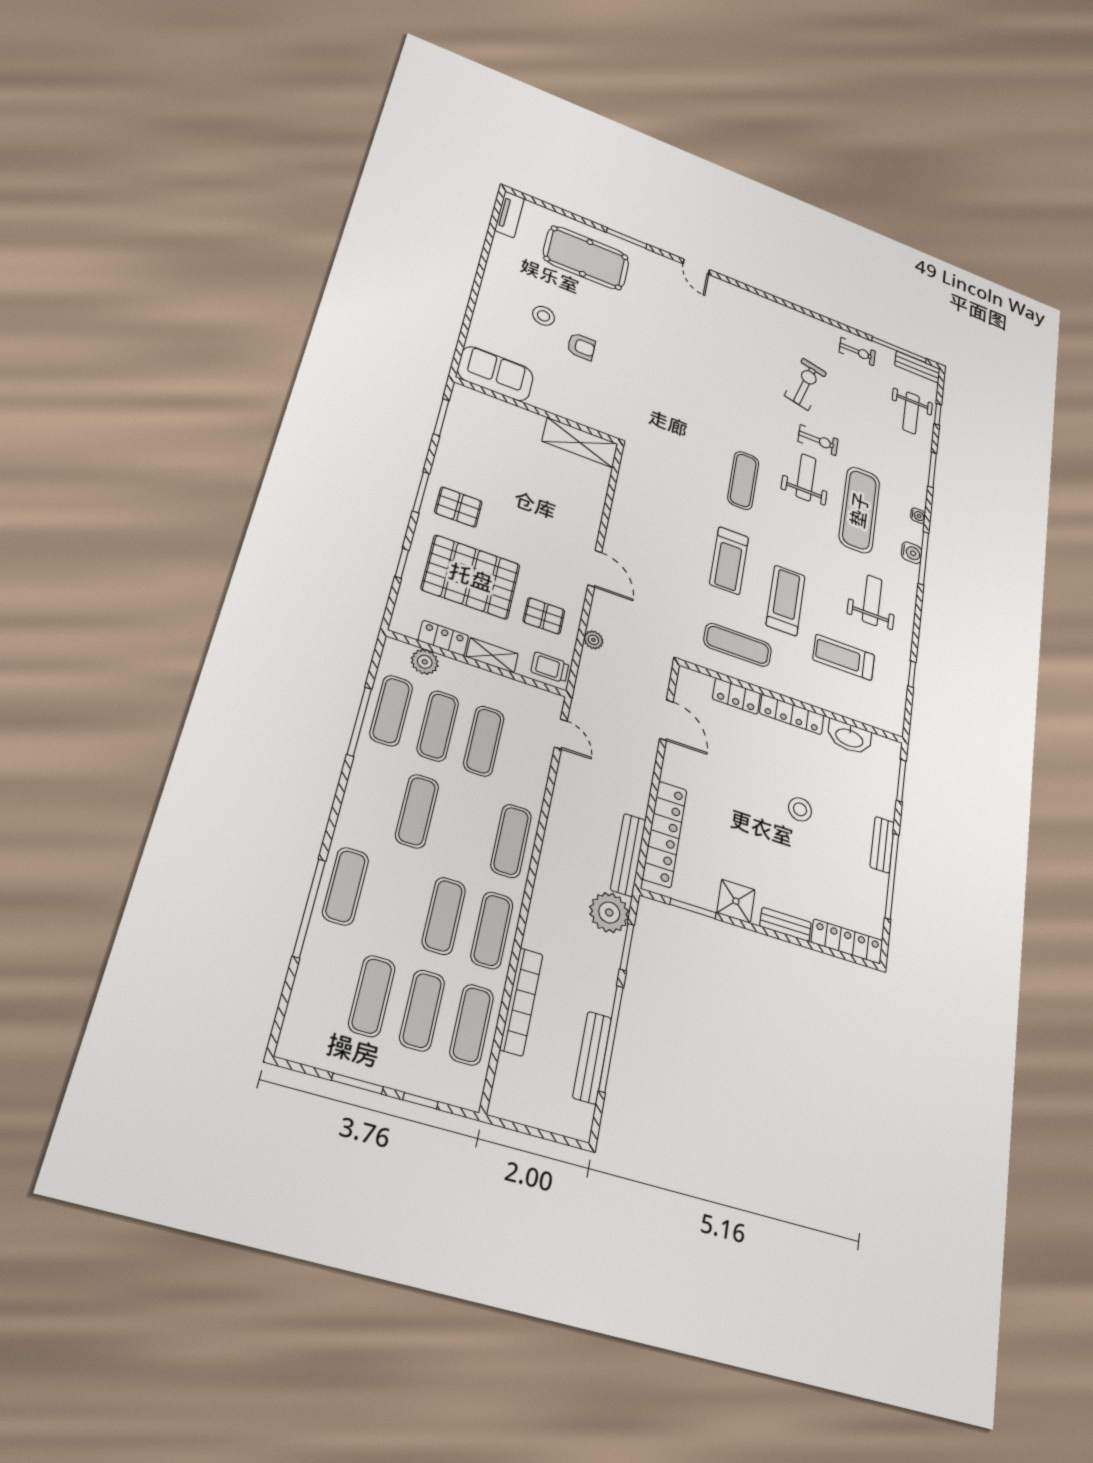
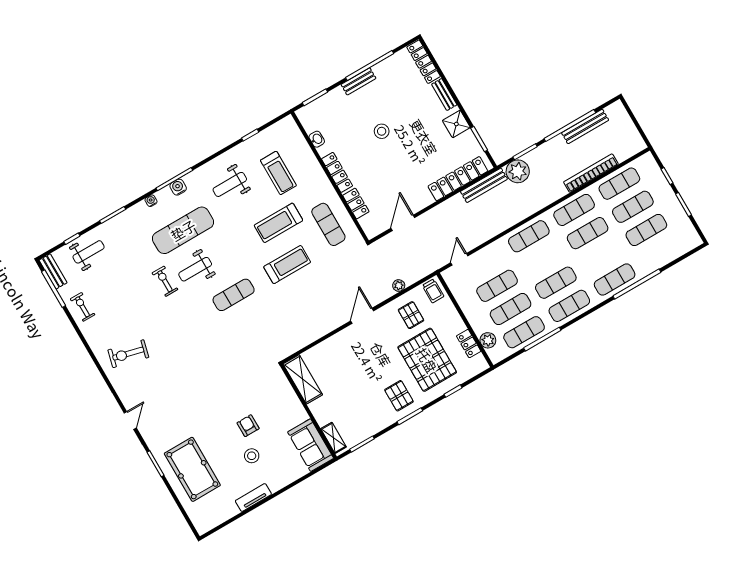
tv unit: (509, 214) -> (253, 497), moved
exercise bike: (806, 384) -> (128, 354), moved
shelving: (492, 655) -> (334, 438), moved
washbasin: (849, 737) -> (317, 139), width x0.52, depth x0.69
exercise mat: (369, 796) -> (569, 306), added

